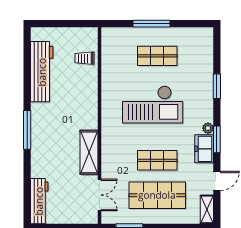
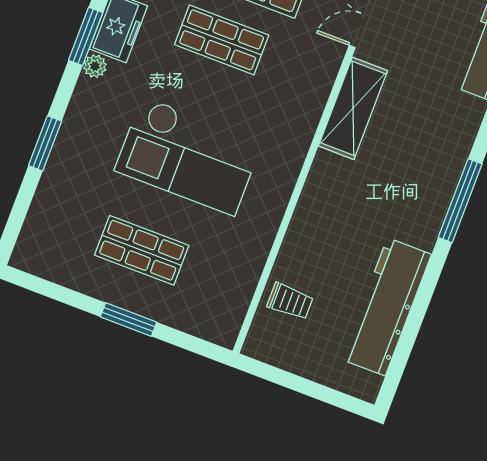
window: (152, 24) -> (129, 319), width x0.69
checkout: (153, 104) -> (188, 156), turned 180

